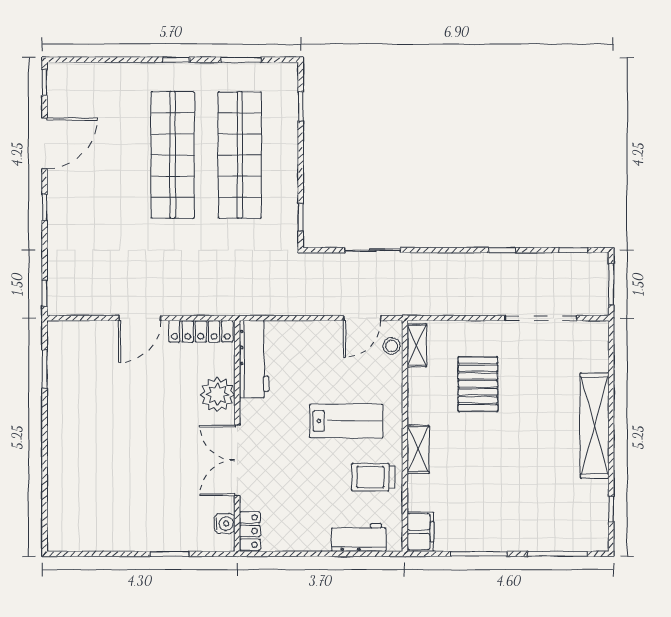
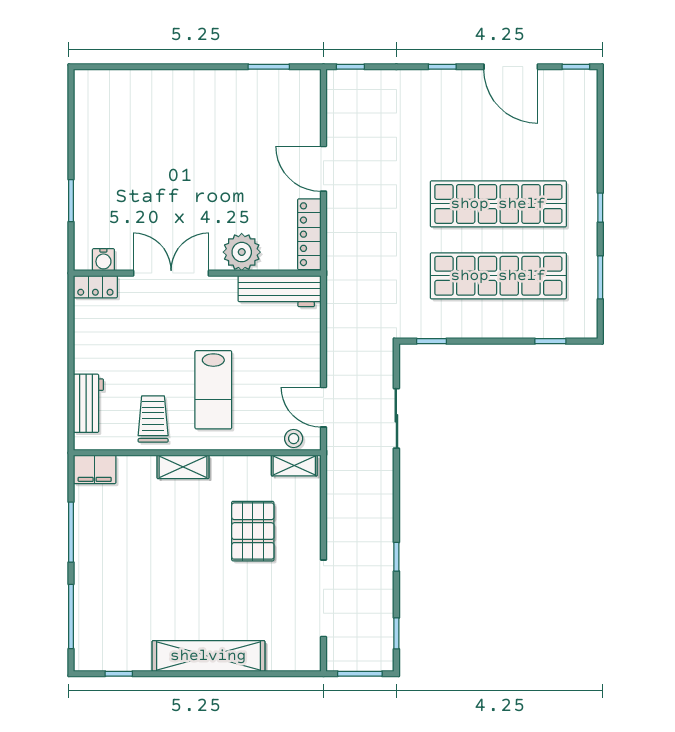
pallet: (478, 384) -> (253, 531), turned 90

